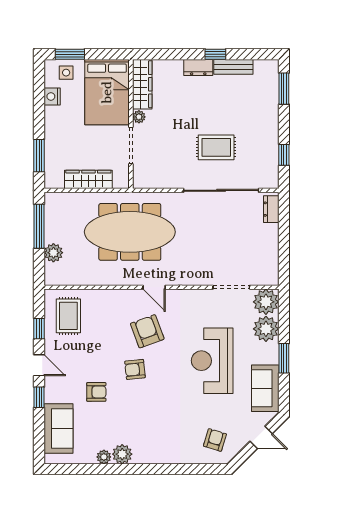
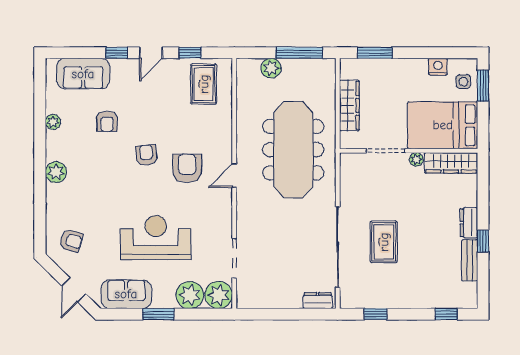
window: (284, 89) -> (446, 314), width x0.67
rug: (68, 316) -> (204, 84), turned 90
armchair: (147, 331) -> (187, 168), turned -70
armchair: (96, 392) -> (107, 121), moved
plant: (122, 454) -> (56, 172), moved

